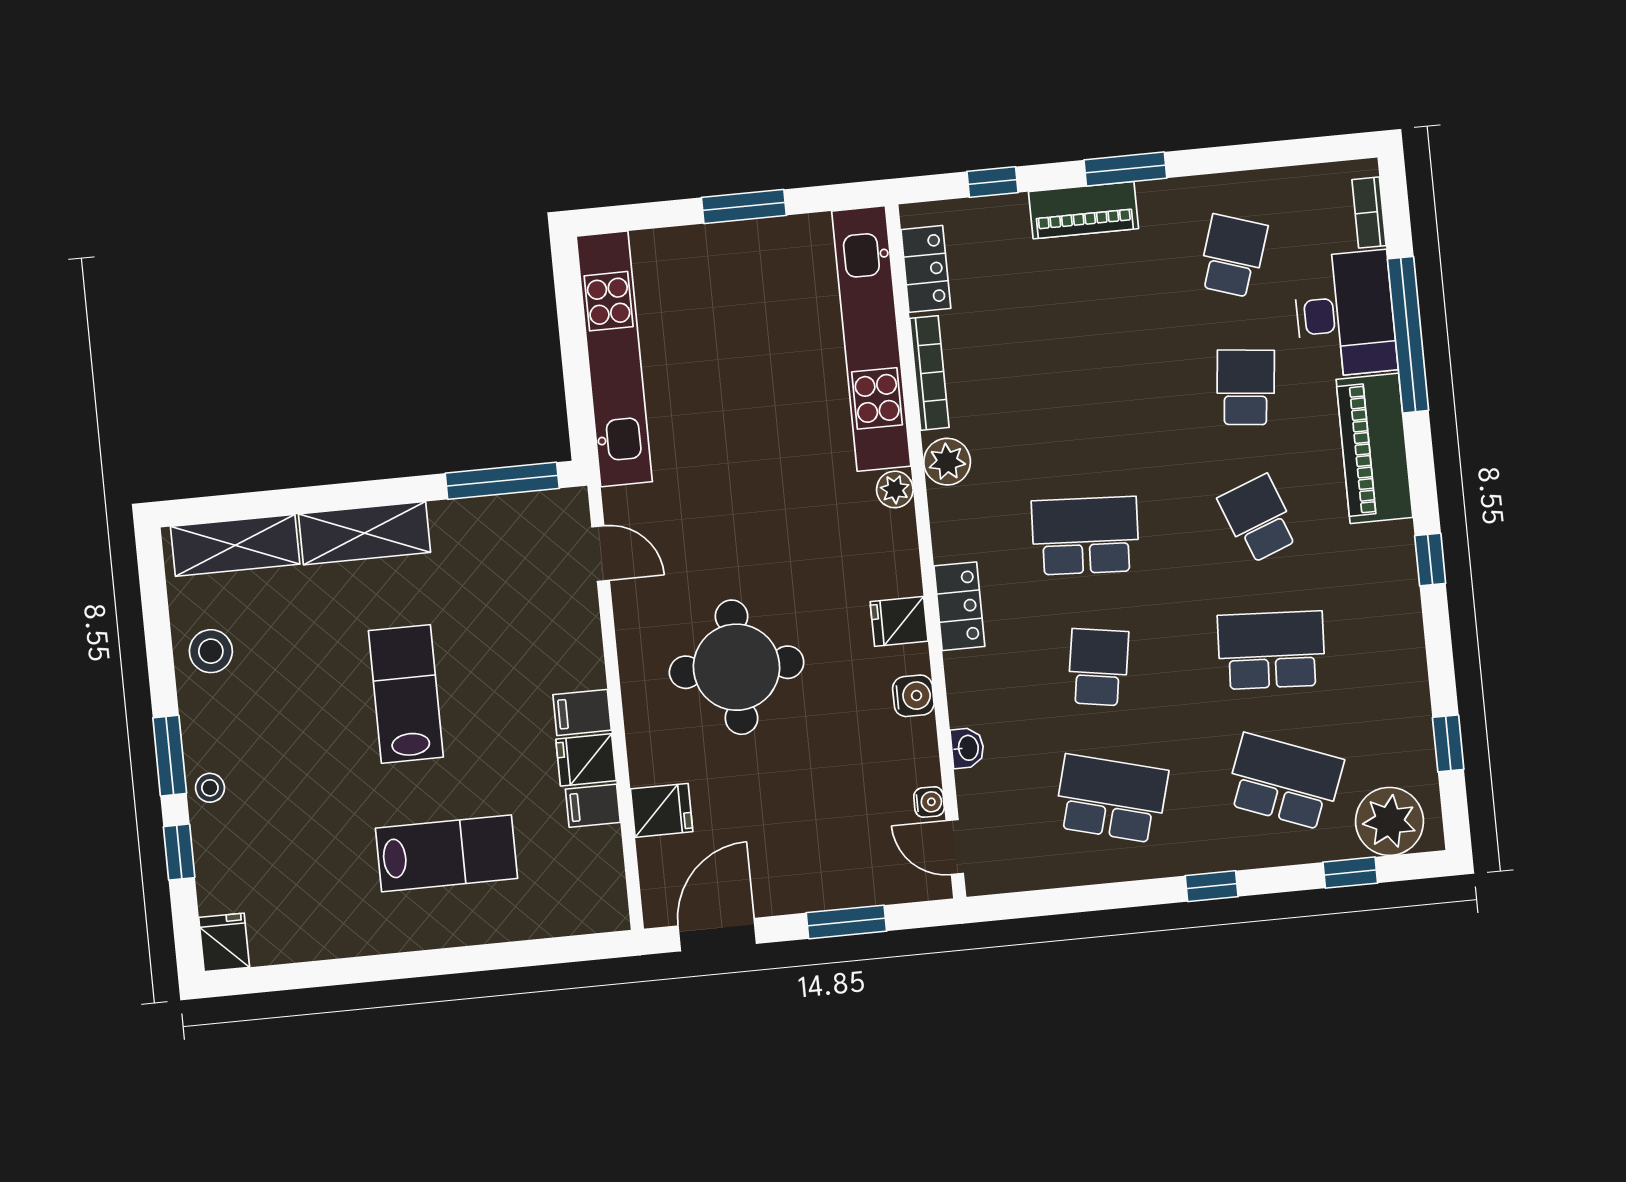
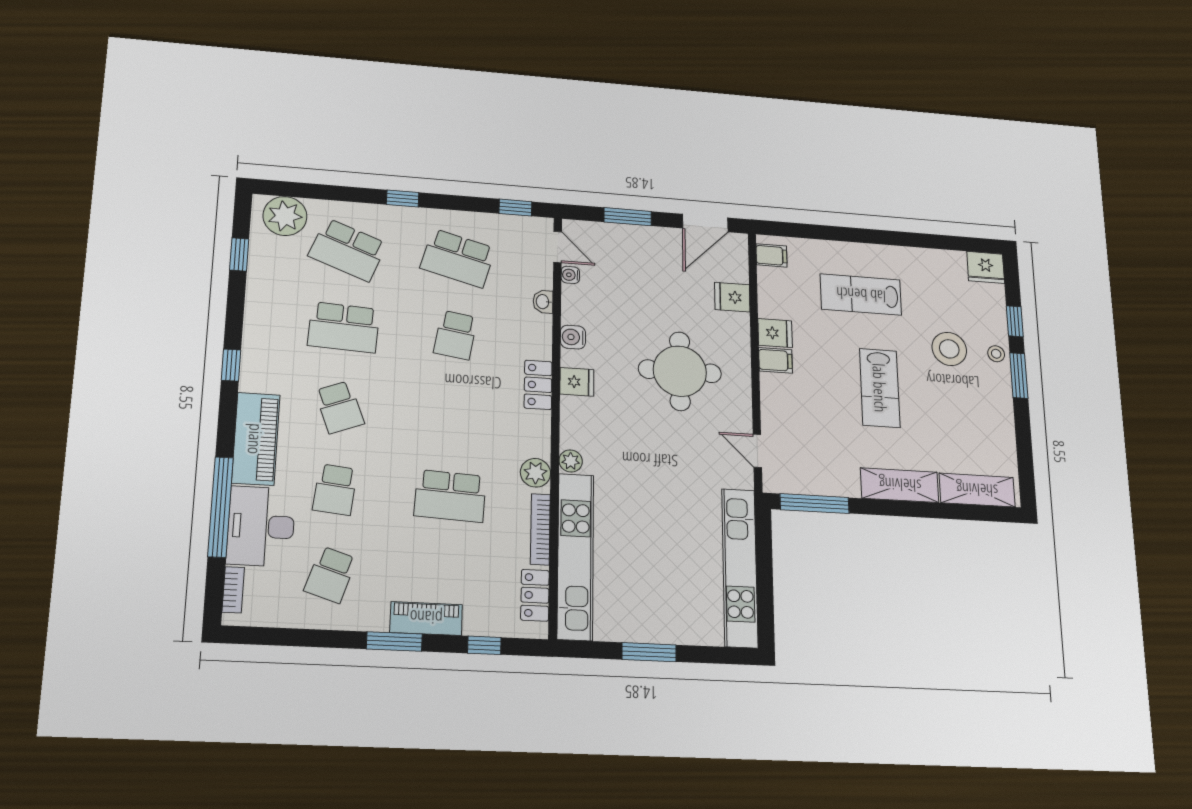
school desk: (1085, 536) -> (450, 496), moved
stool: (211, 651) -> (949, 349), moved, width x1.38, depth x1.38
filing cabinet: (593, 806) -> (772, 255), moved
window: (1350, 873) -> (515, 208), moved
fridge: (224, 942) -> (986, 267), width x1.38

